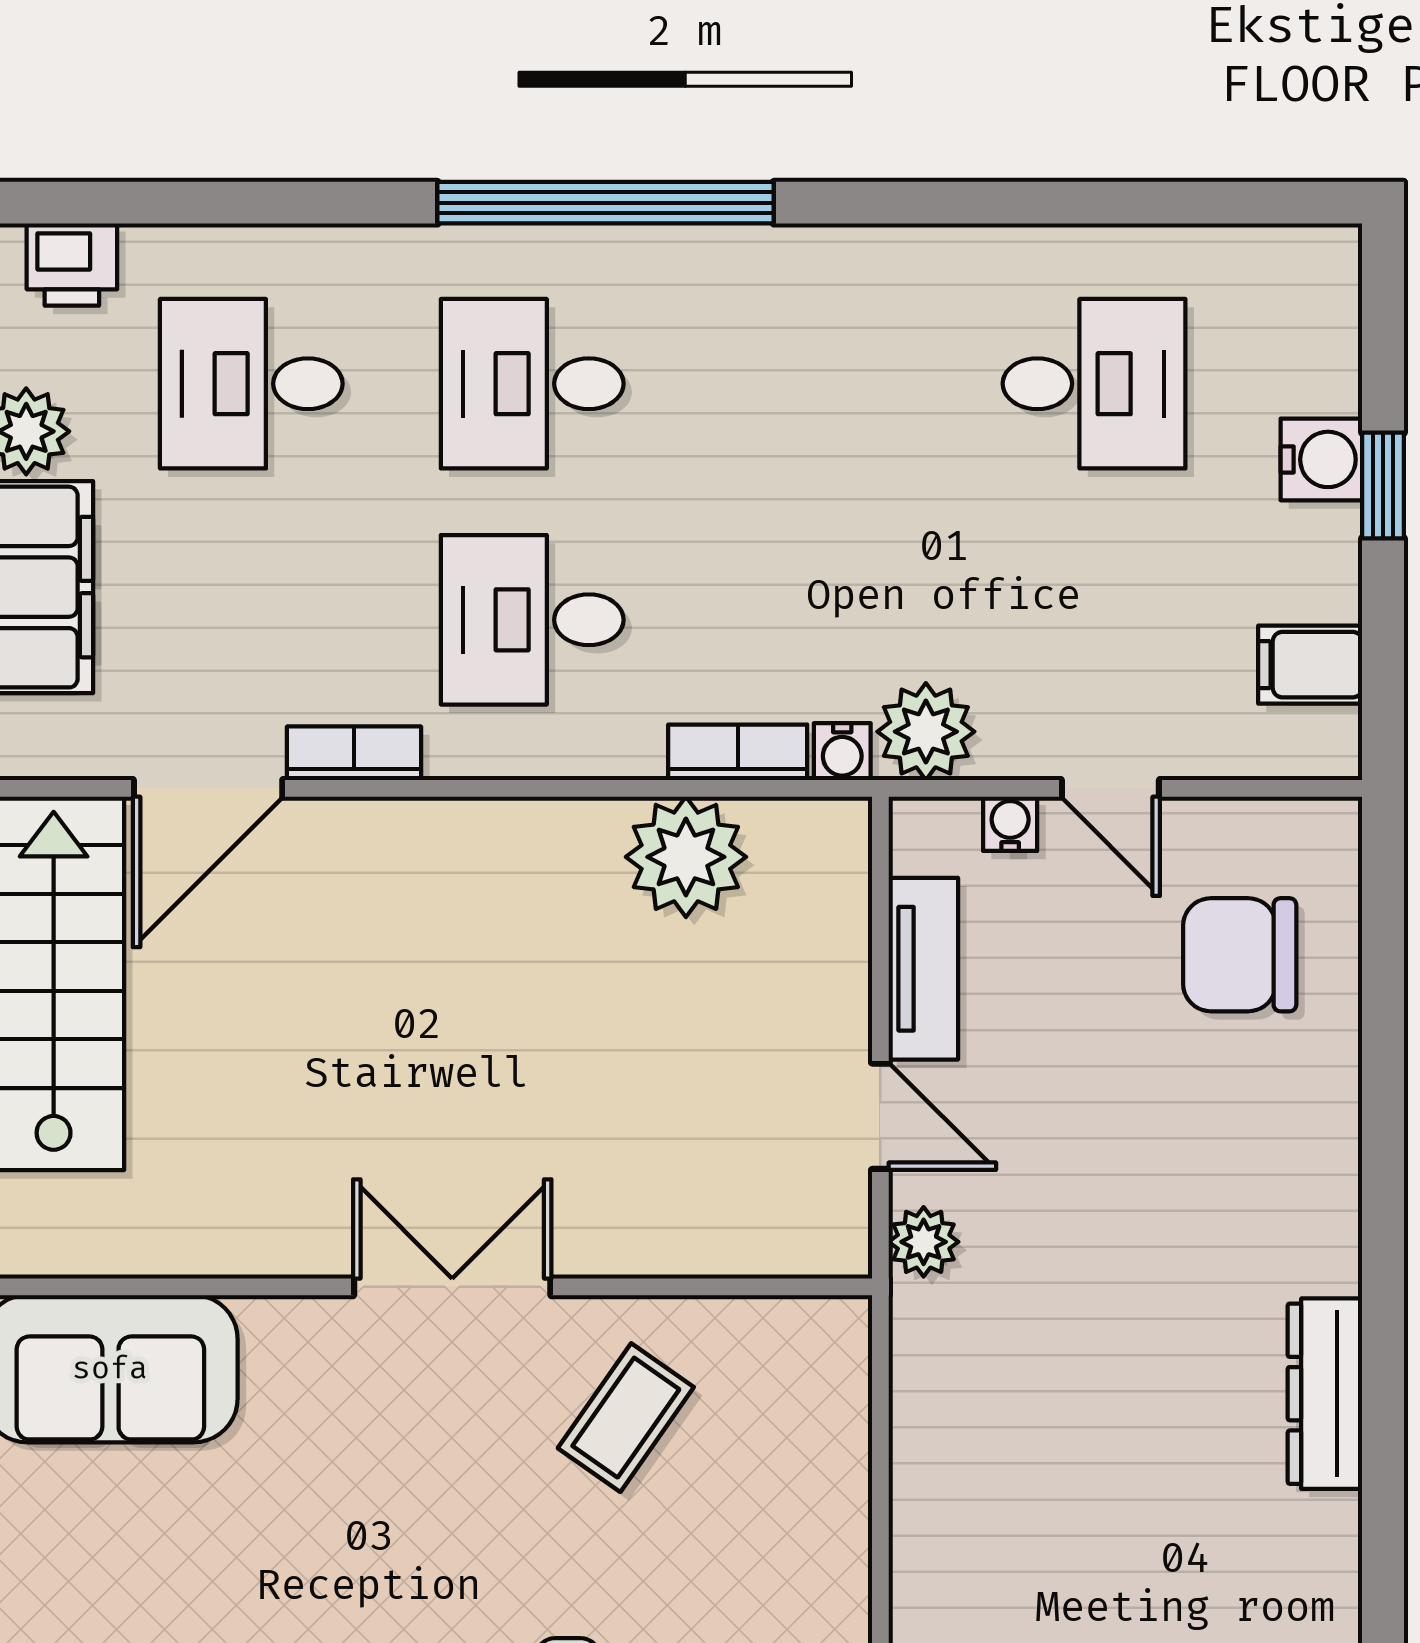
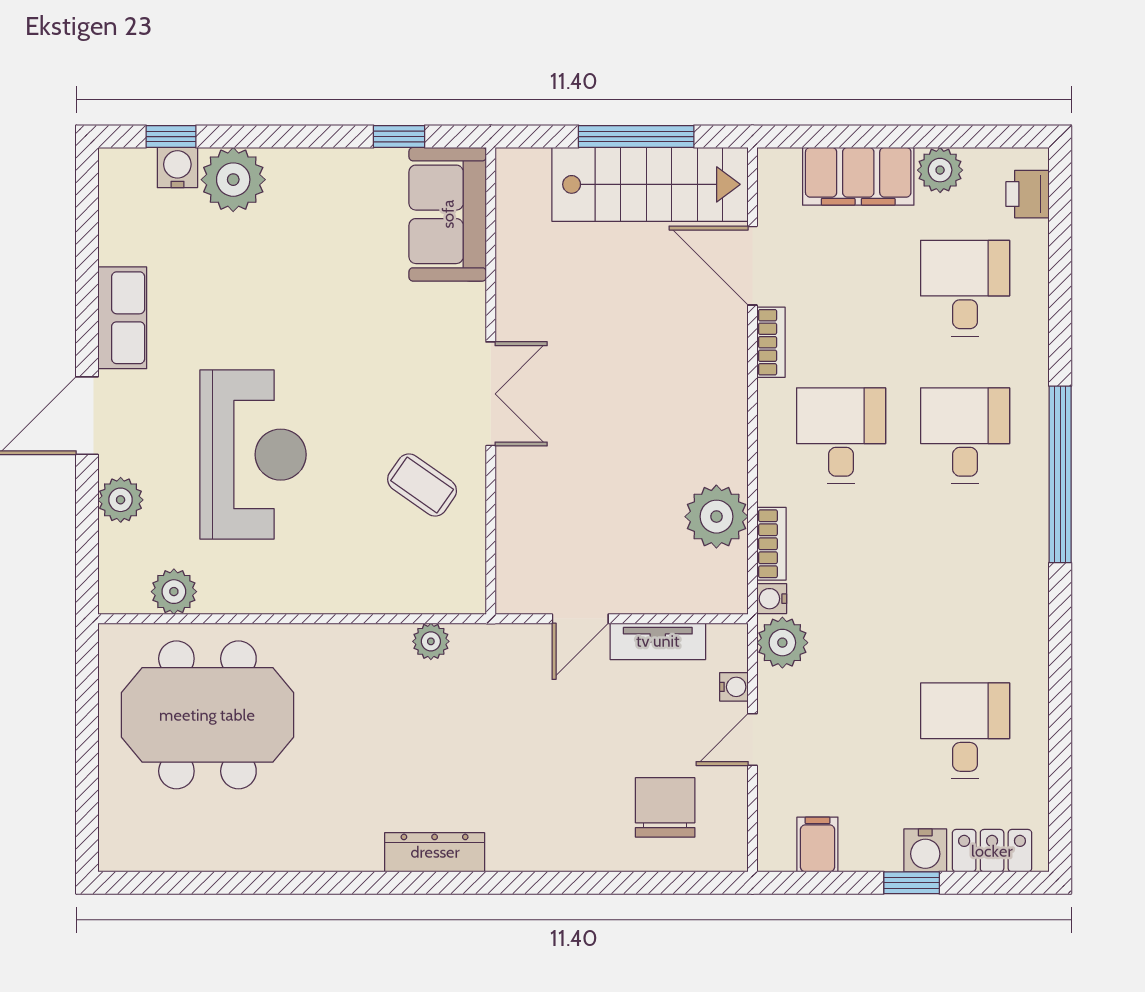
locker: (1322, 332) -> (992, 851), added
desk: (1094, 384) -> (965, 731), turned 180
plant: (924, 1242) -> (431, 641), moved

